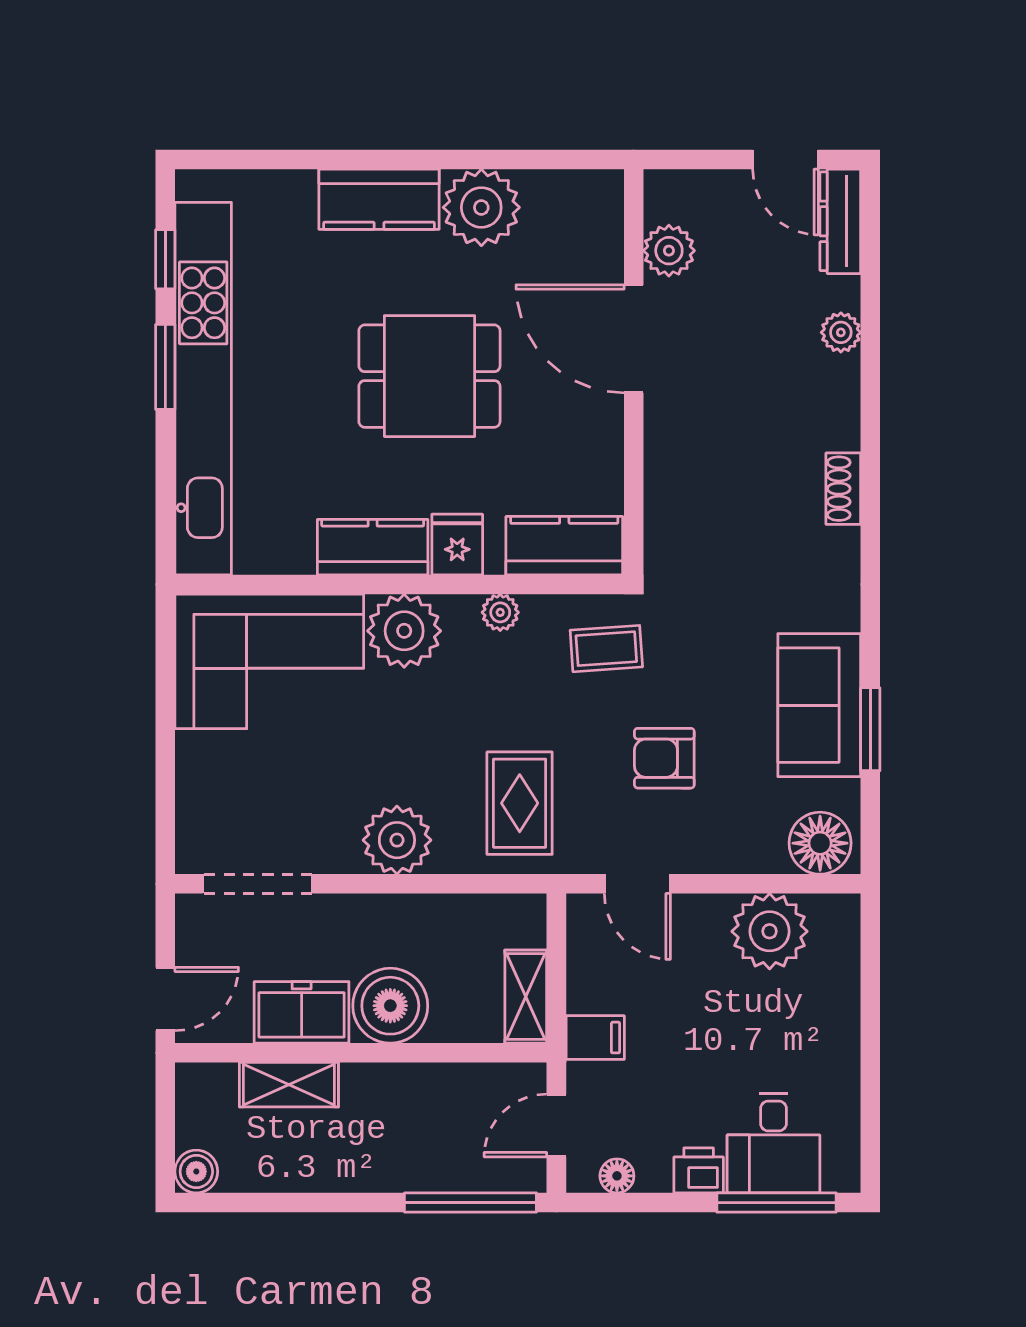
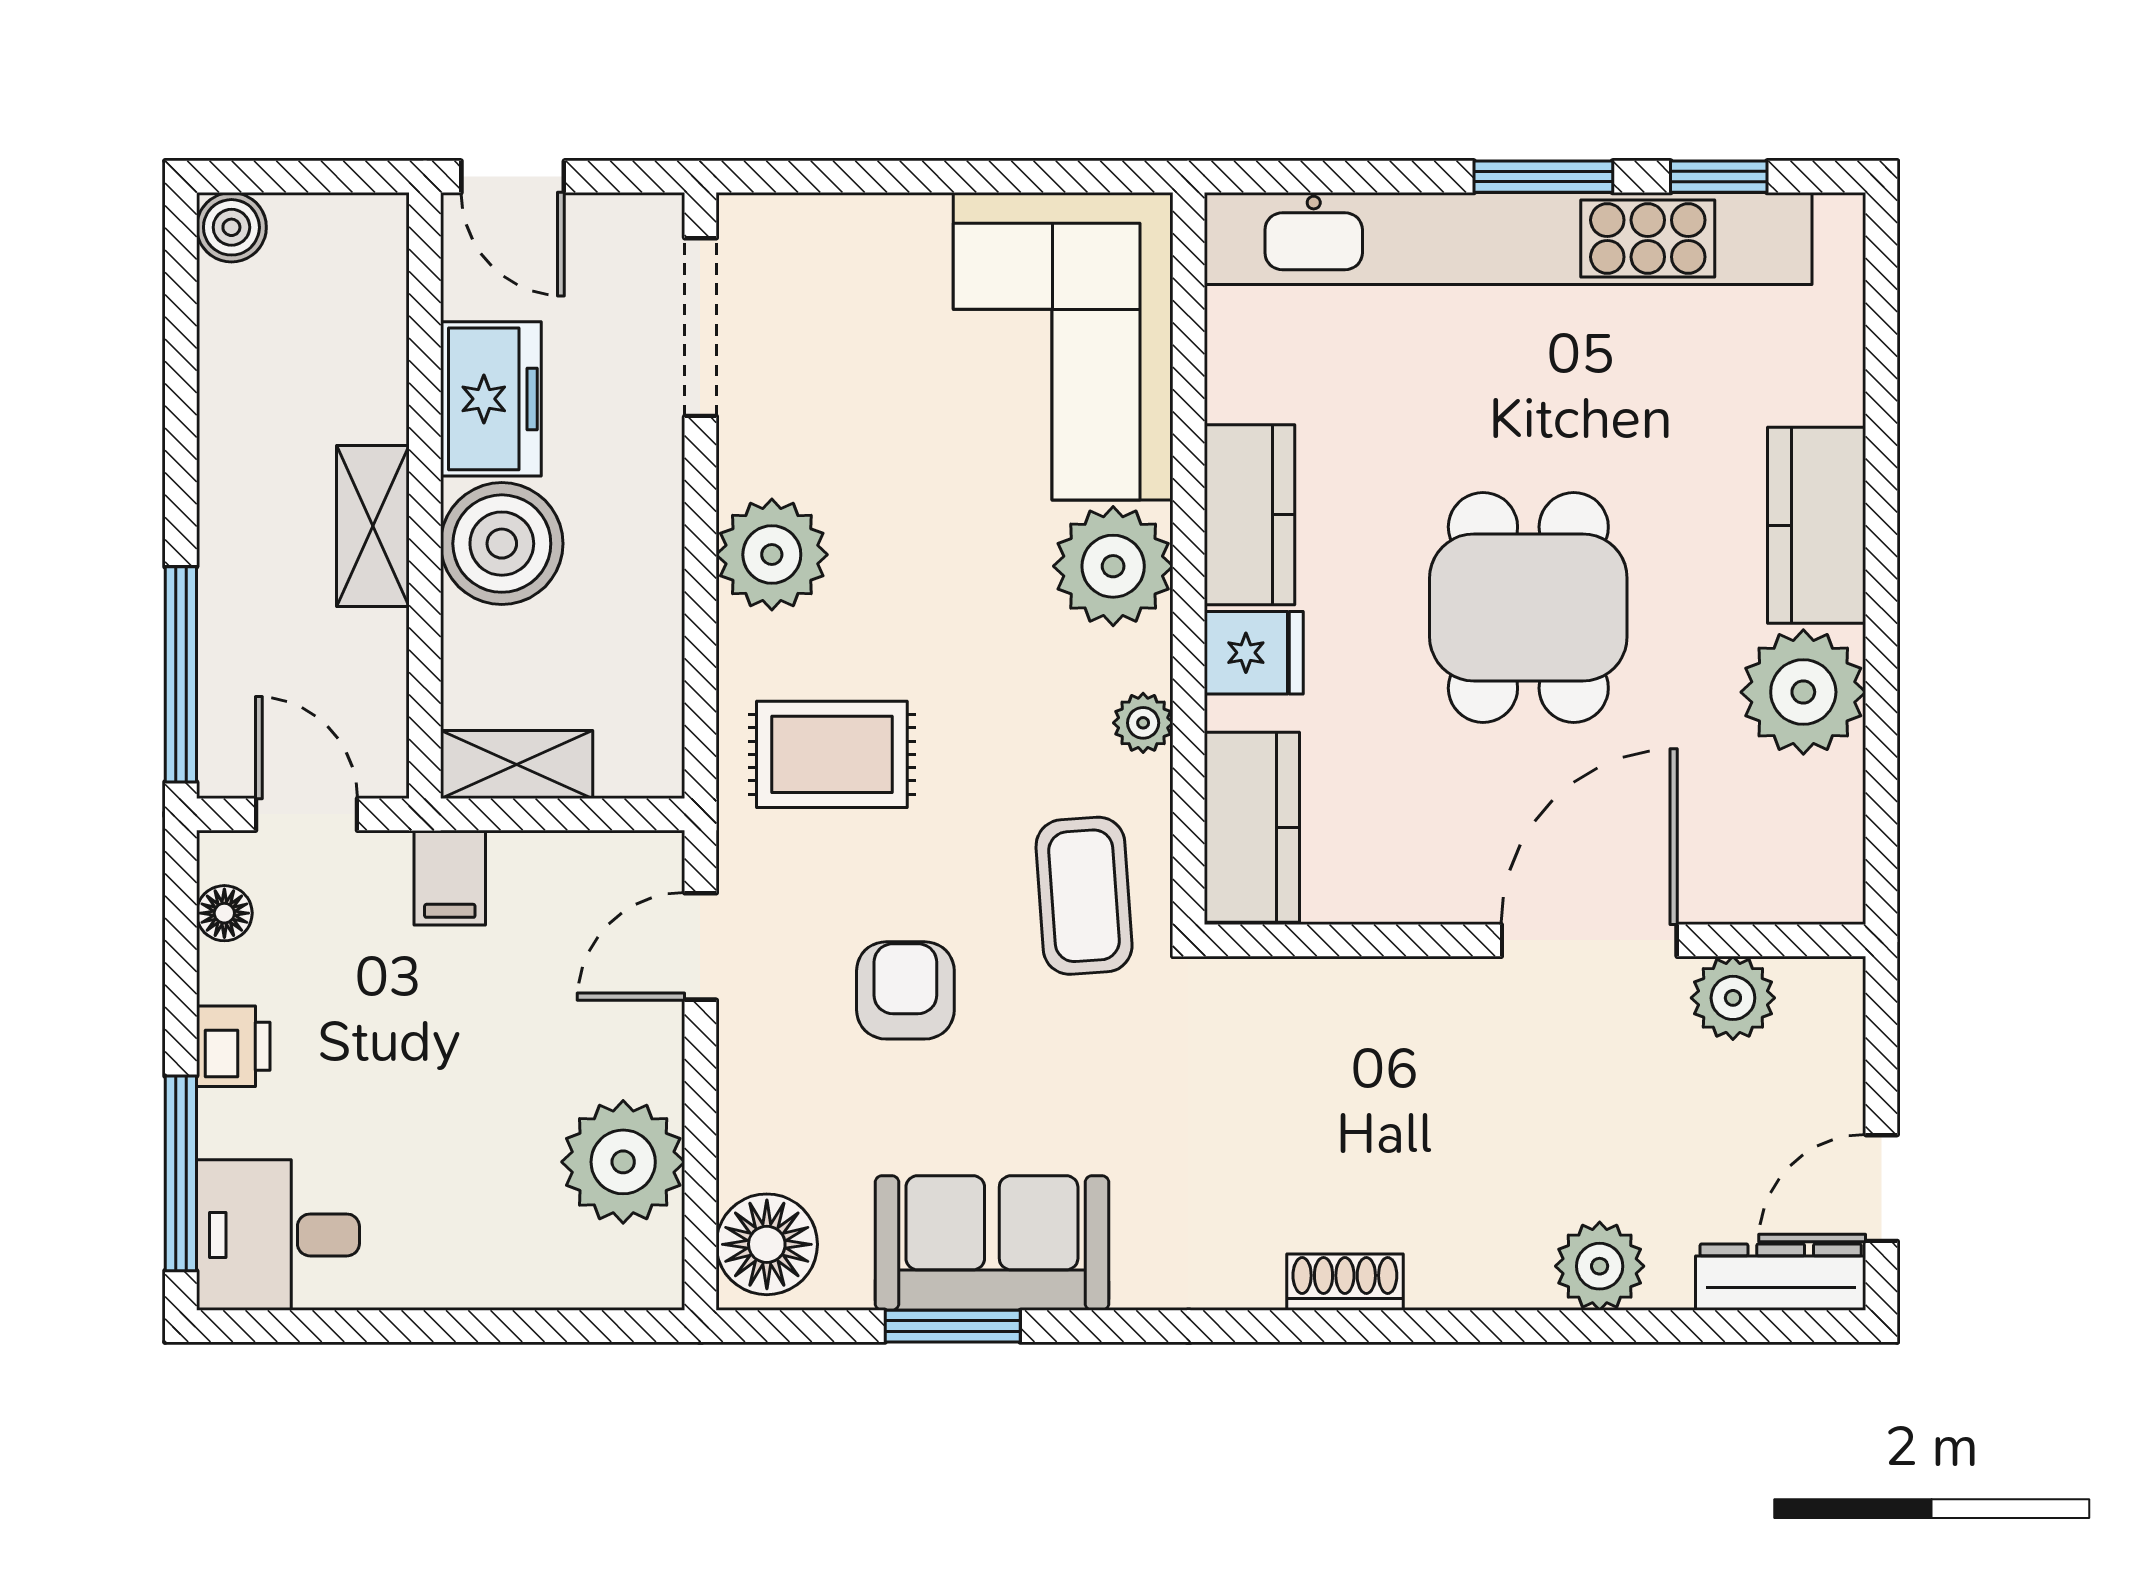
plant: (841, 332) -> (1600, 1266), width x1.38, depth x1.38
coffee table: (606, 649) -> (1084, 896), width x1.36, depth x1.30
shelving: (289, 1085) -> (373, 526), moved
desk: (773, 1143) -> (278, 1235), moved

